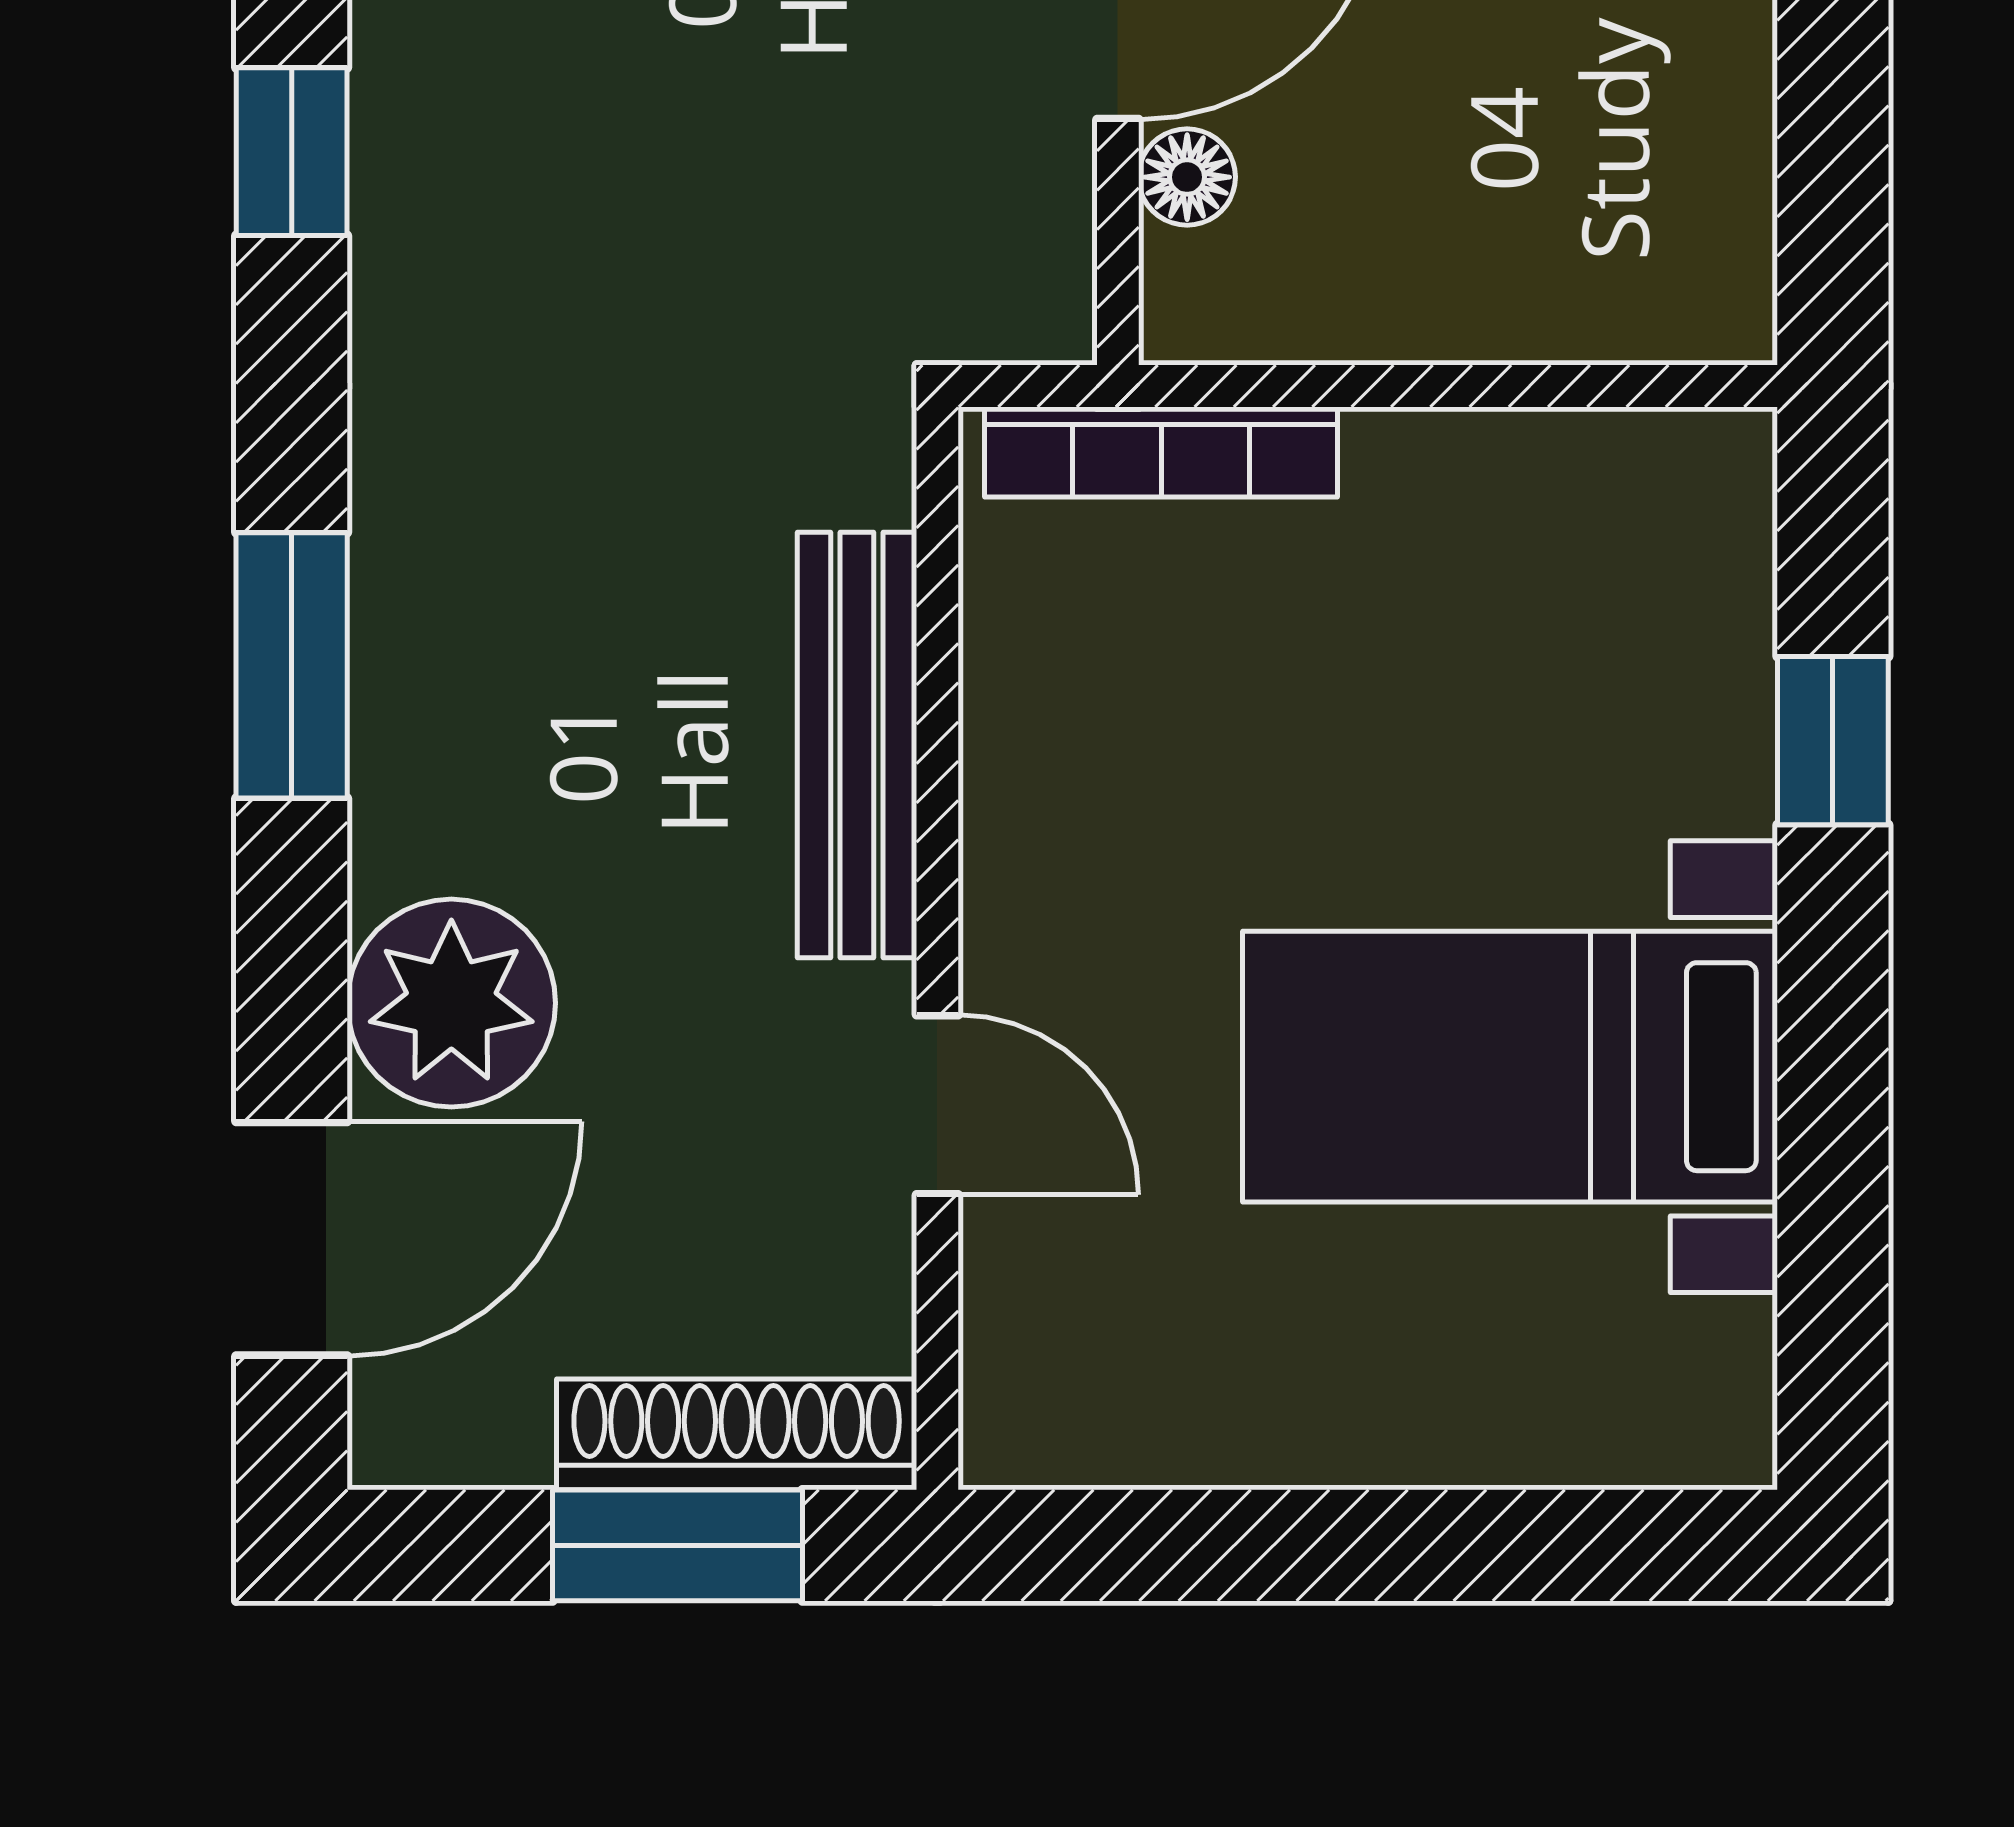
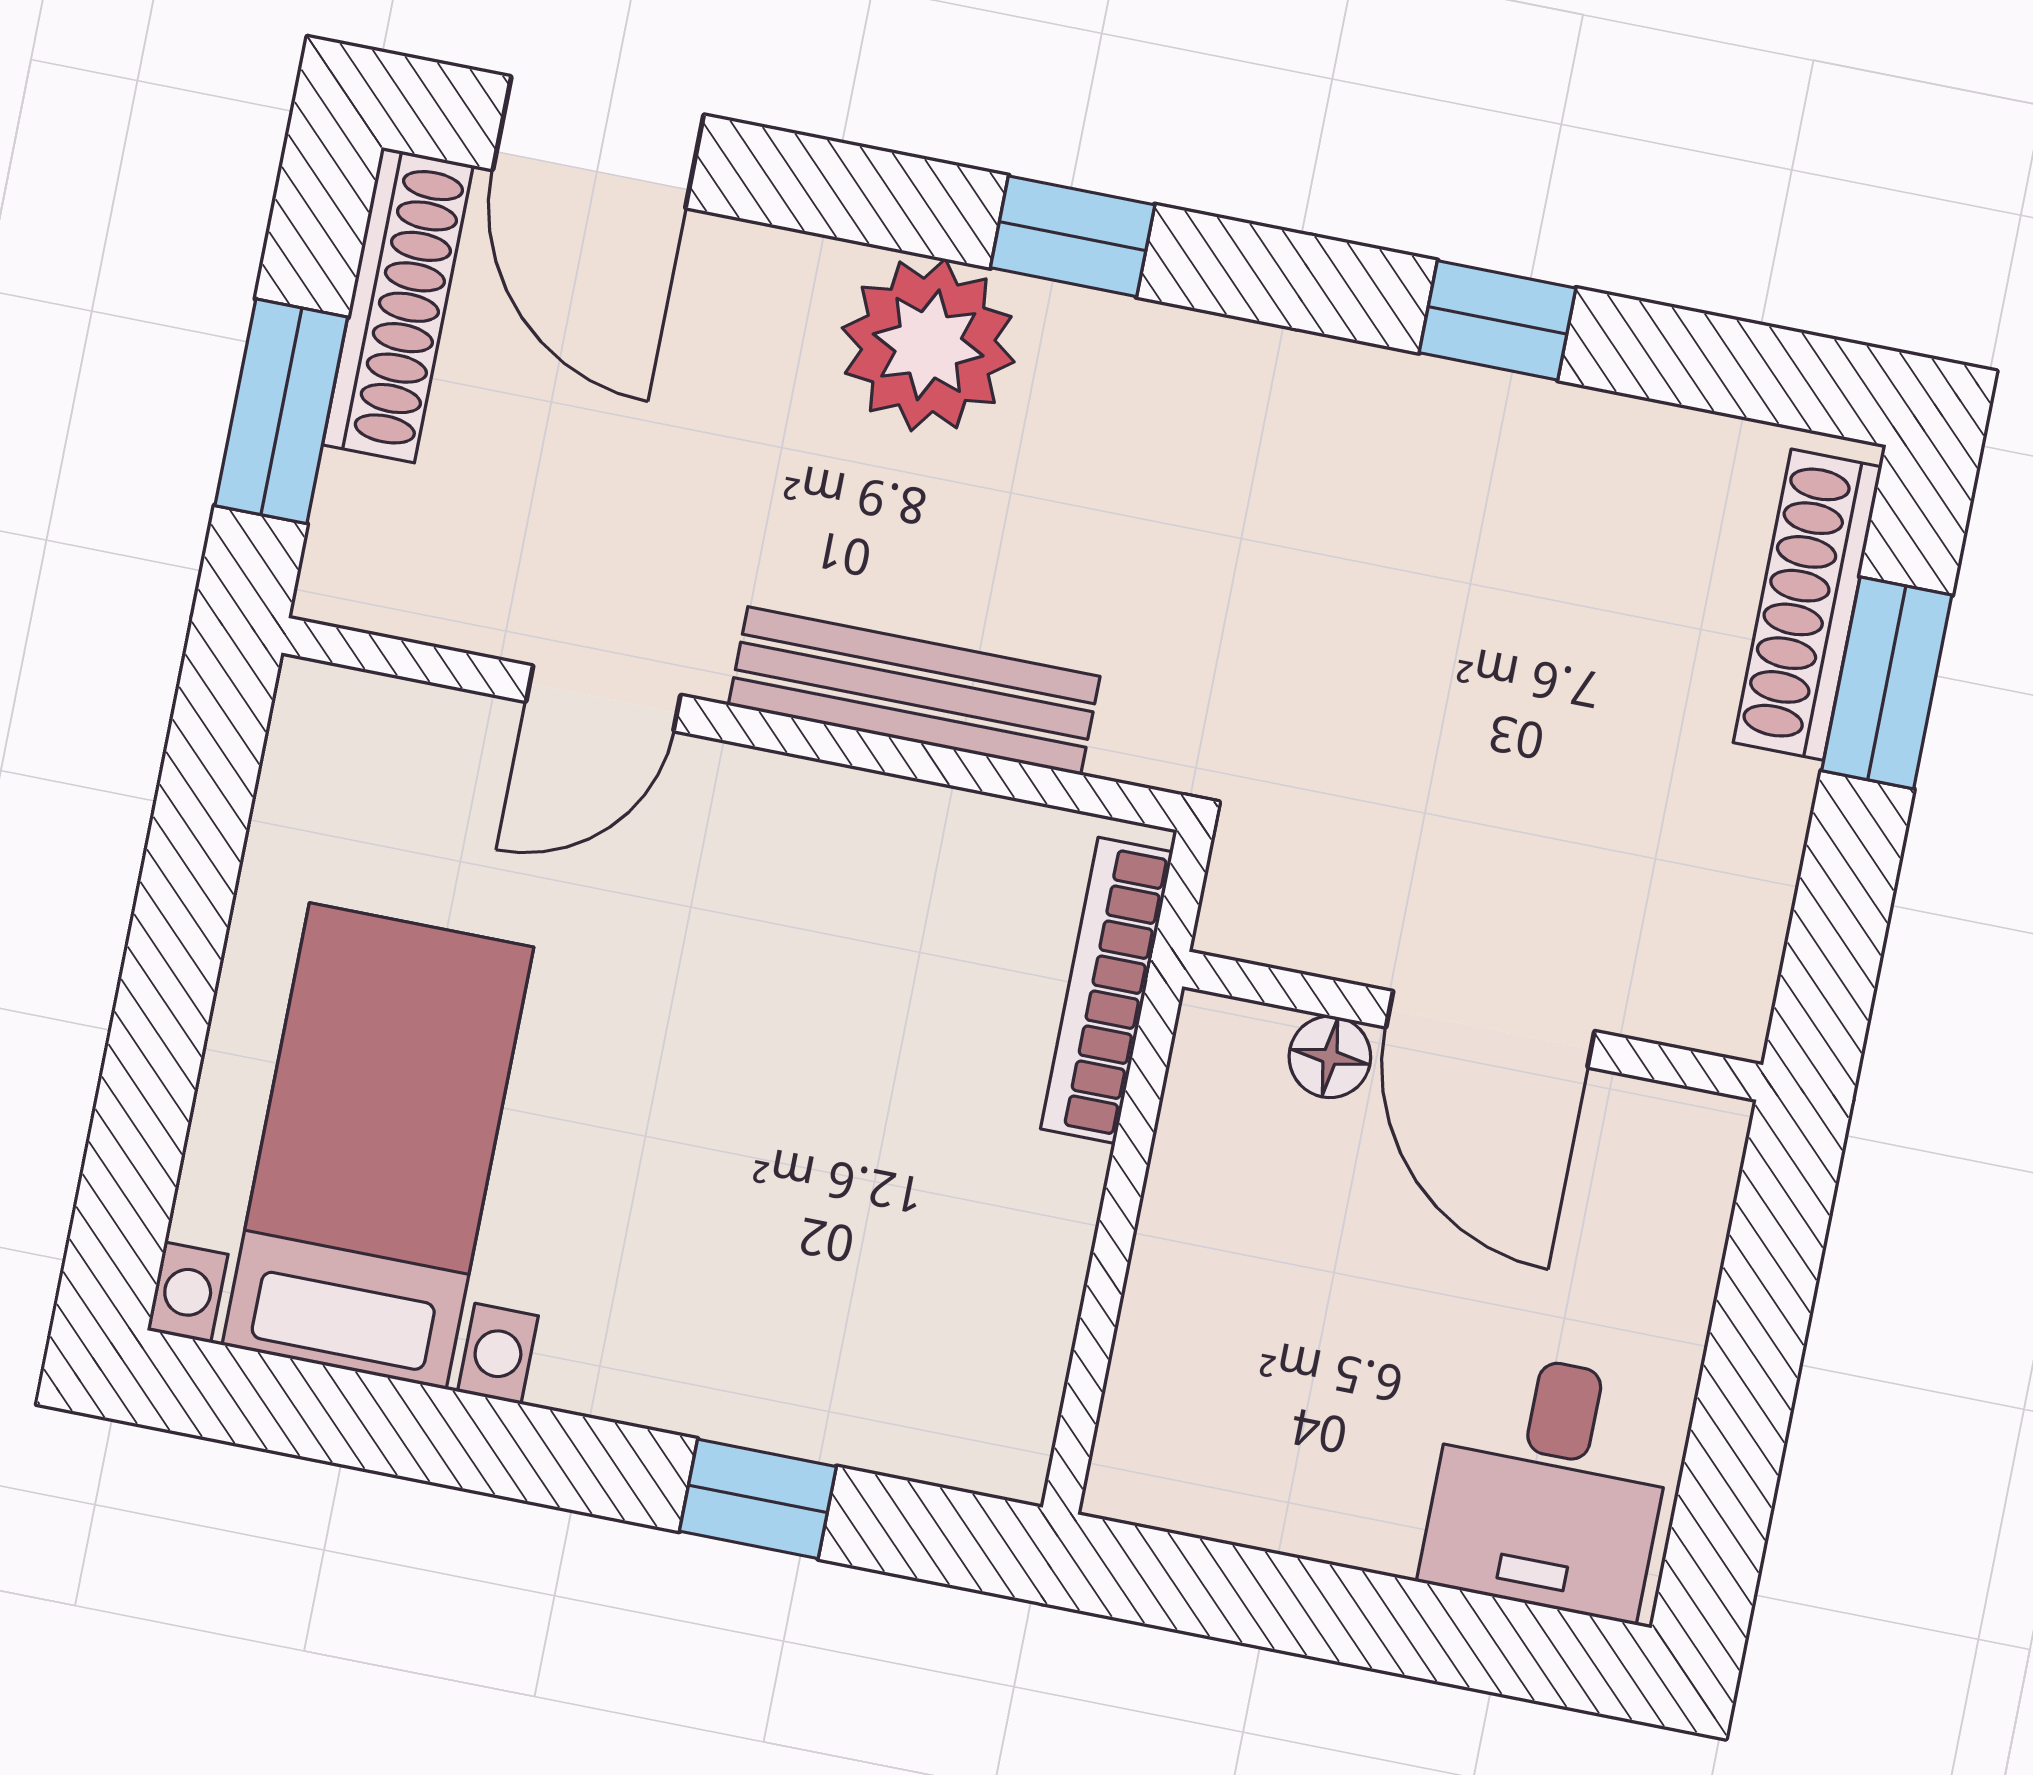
window: (292, 665) -> (1073, 236), width x0.67
plant: (451, 1003) -> (928, 345), moved
bed with nightstands: (1510, 1067) -> (378, 1146), moved
shoe rack: (737, 1434) -> (398, 305), moved

